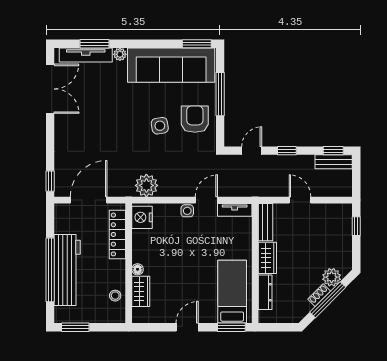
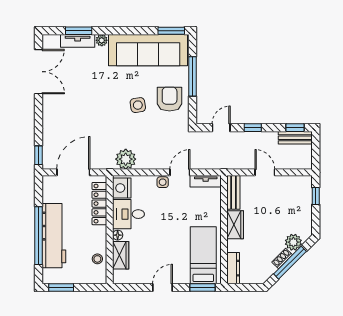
tv unit: (86, 55) -> (78, 41), width x0.71
desk: (149, 246) -> (128, 214), added
dresser: (265, 292) -> (233, 268), moved

